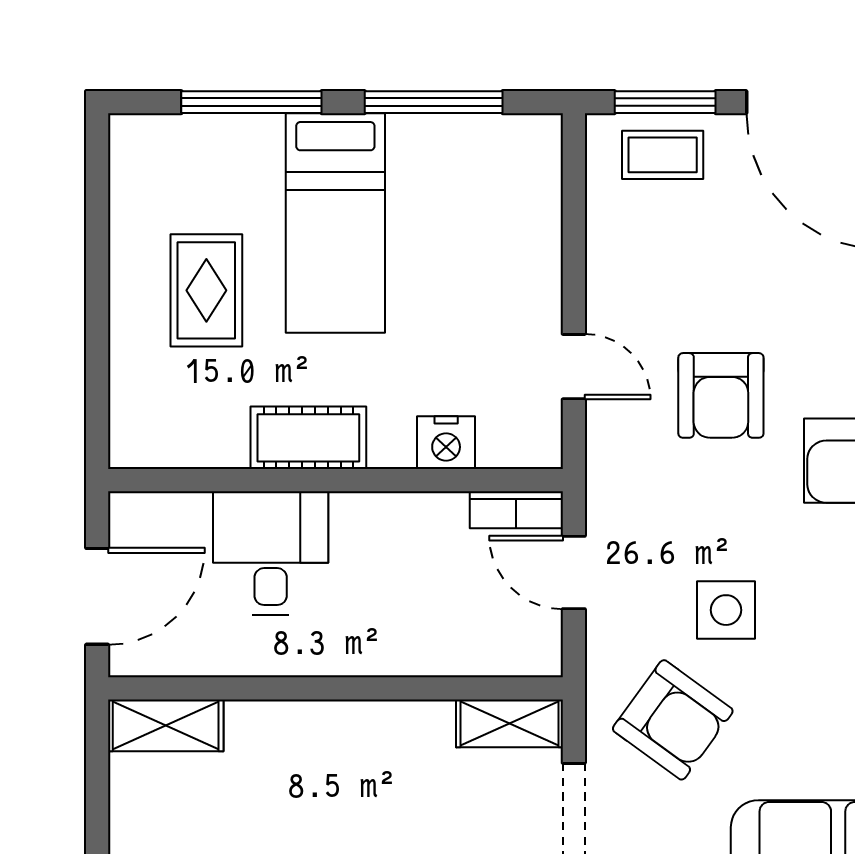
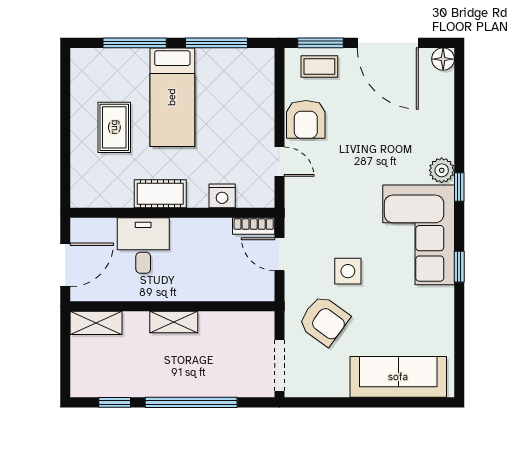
armchair: (721, 395) -> (306, 119), moved
shelving: (510, 723) -> (174, 322), moved

